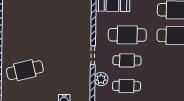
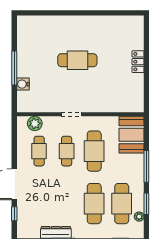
cafe table: (25, 70) -> (77, 60), moved, turned -76
plant: (101, 79) -> (35, 123), moved

